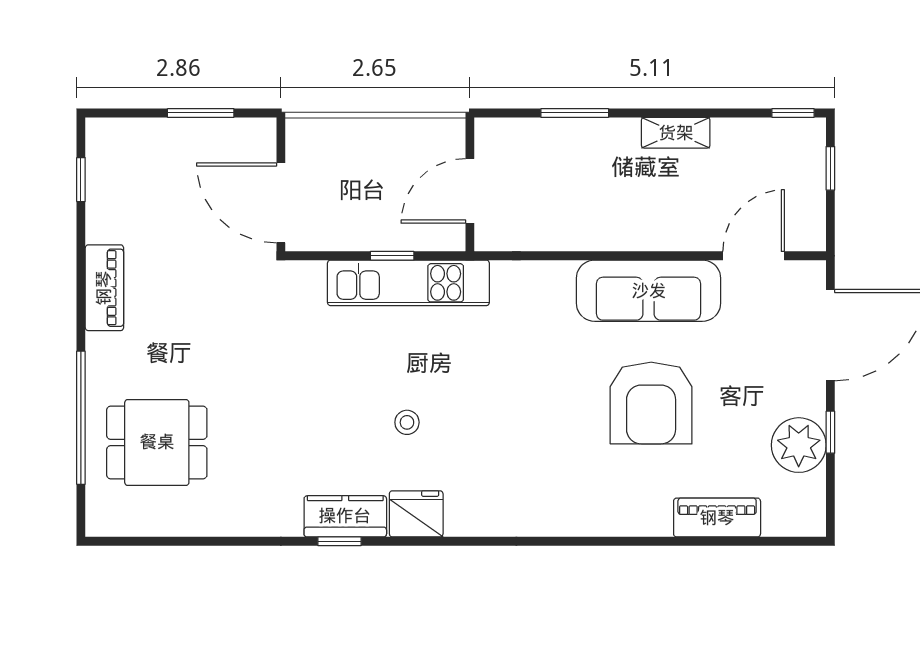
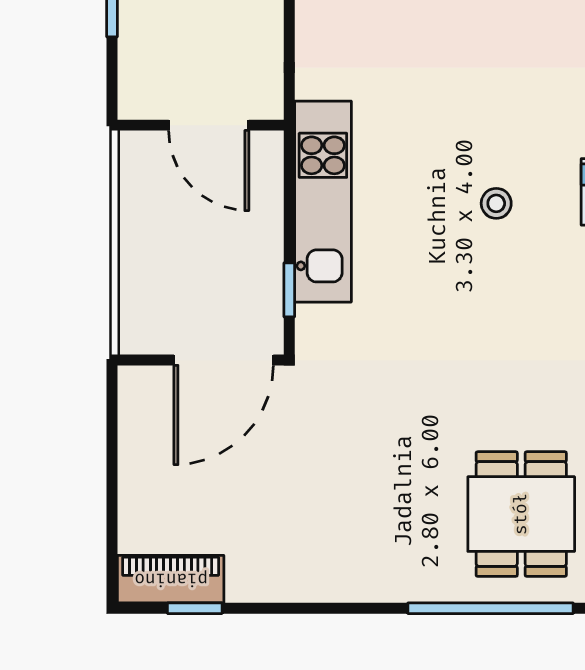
window: (201, 113) -> (112, 460), removed
window: (392, 256) -> (289, 290), moved
piano: (104, 288) -> (171, 579), moved

